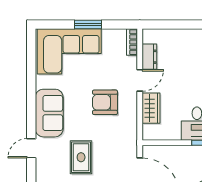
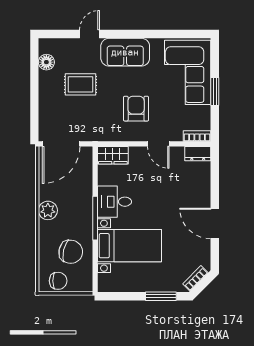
dresser: (149, 57) -> (198, 154), moved
wardrobe: (151, 108) -> (113, 155), moved
door: (31, 148) -> (89, 34), hinge flipped

